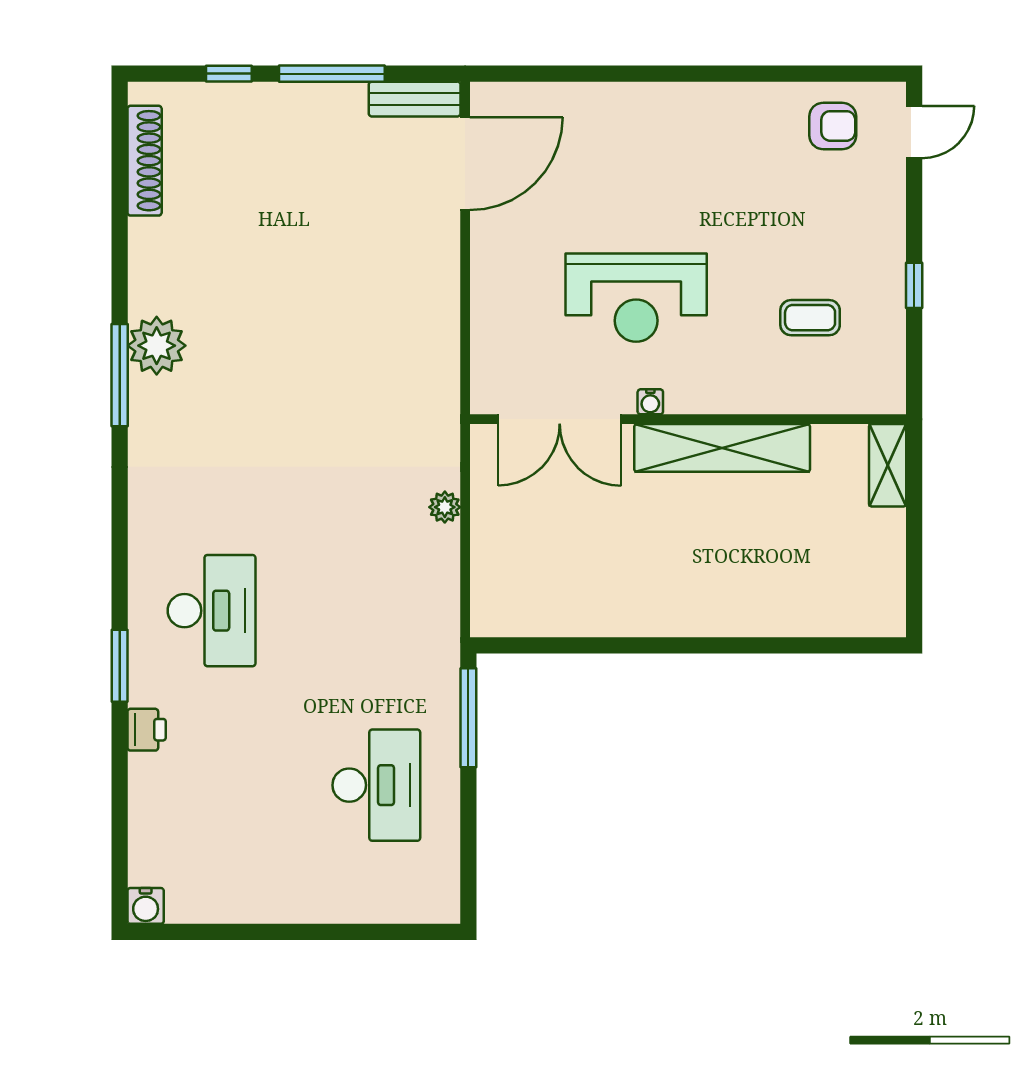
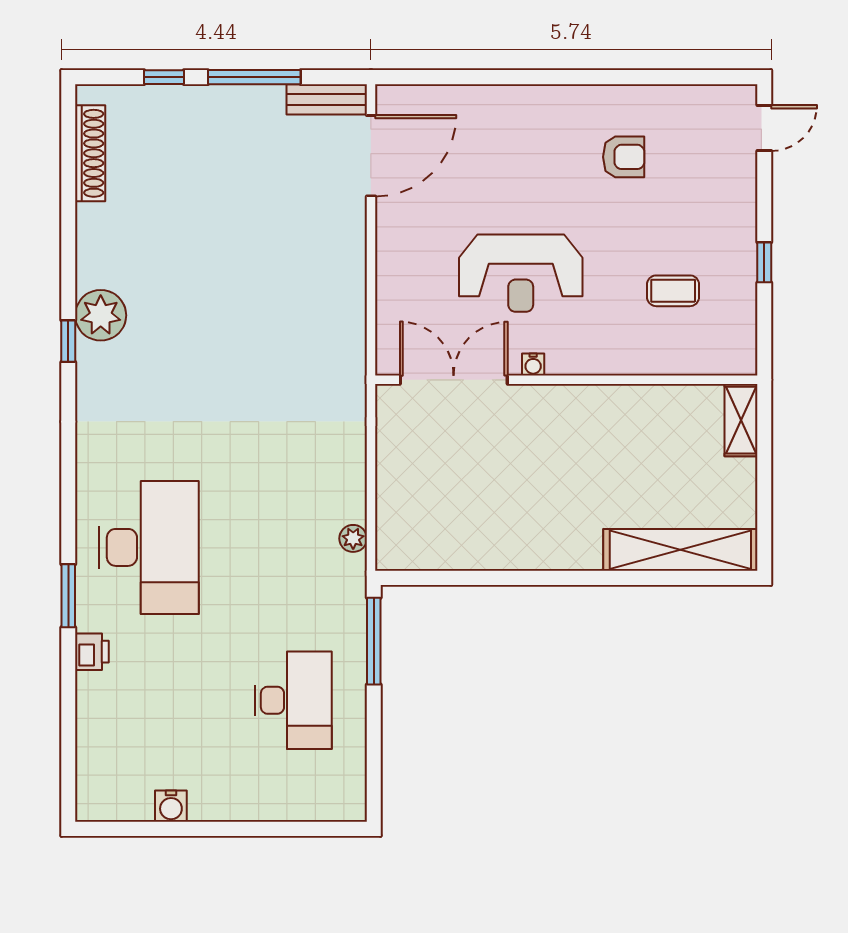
armchair: (833, 126) -> (624, 157), moved
window: (120, 375) -> (68, 341), width x0.46
double door: (560, 419) -> (454, 380), swing flipped
shelving: (722, 448) -> (680, 550), moved
plant: (445, 507) -> (353, 538), moved
desk: (212, 611) -> (149, 547), width x1.36, depth x1.30
water cooler: (146, 906) -> (171, 806), moved

